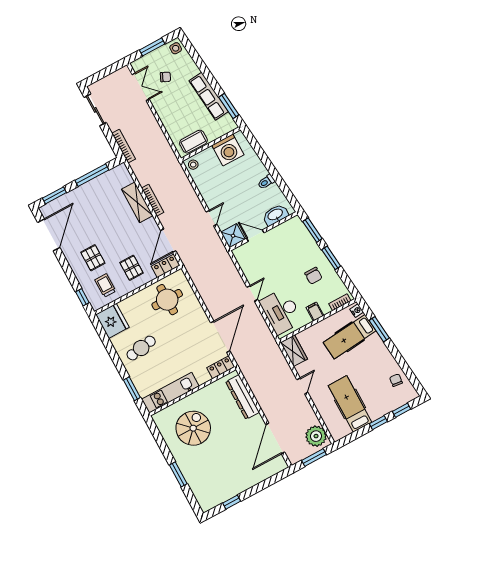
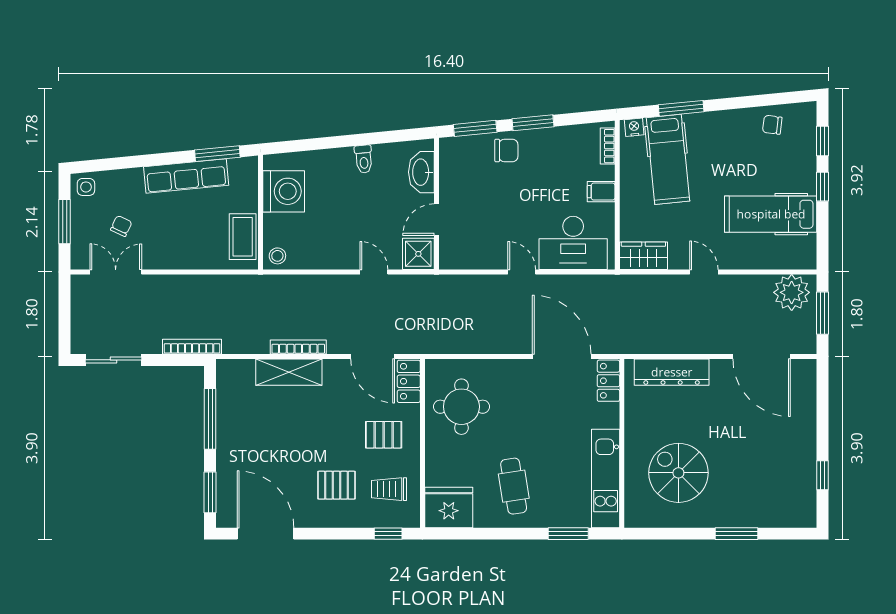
chair: (313, 276) -> (506, 150), moved

